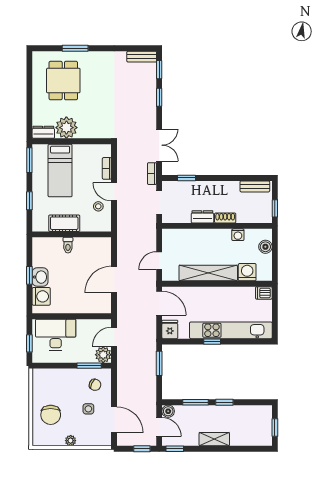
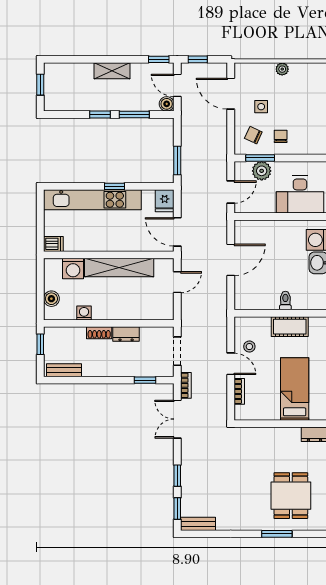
plant: (66, 128) -> (287, 440), removed
plant: (103, 355) -> (262, 171), moved
chair: (51, 415) -> (281, 136), moved, width x0.54, depth x0.54

